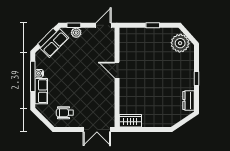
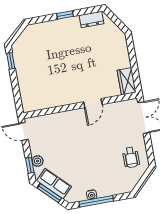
window: (153, 25) -> (11, 61), moved
plant: (180, 43) -> (28, 41), removed
door: (117, 70) -> (93, 103), moved
row of seats: (41, 91) -> (111, 189), removed

